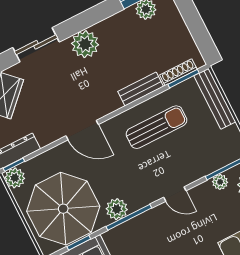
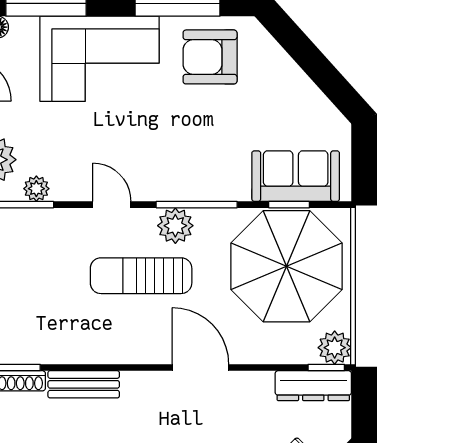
sun lounger: (156, 127) -> (141, 276), moved
plant: (117, 209) -> (175, 226), moved

